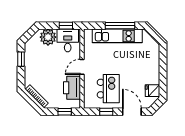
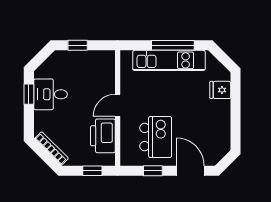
window: (66, 26) -> (78, 45), moved
plant: (48, 37) -> (68, 62), removed
desk: (68, 40) -> (50, 94), moved, turned -90
fridge: (153, 91) -> (220, 90), moved

